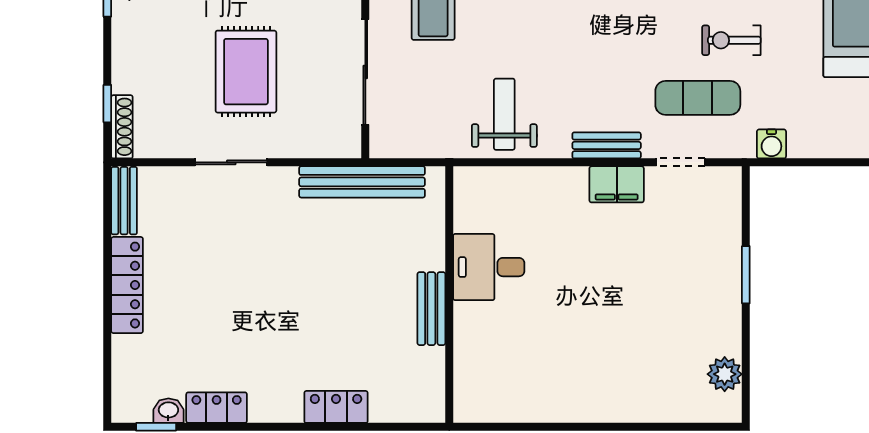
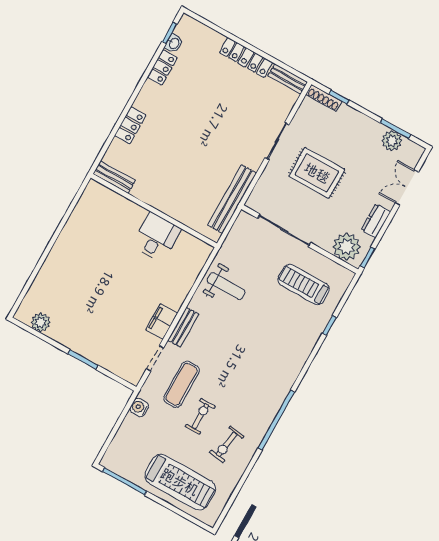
bench: (431, 309) -> (114, 177), moved

